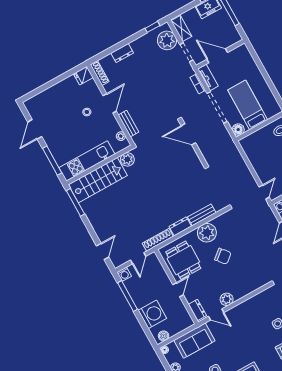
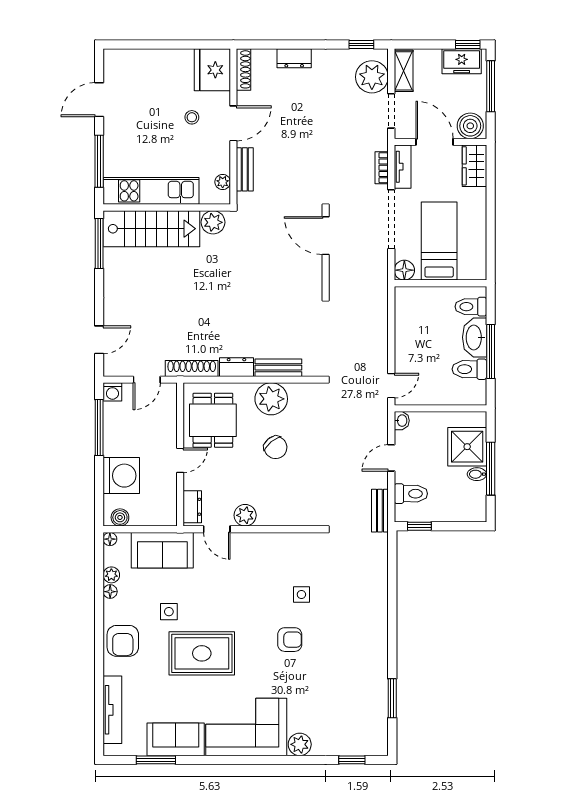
boiler: (231, 38) -> (470, 126), added
wardrobe: (244, 57) -> (474, 166), added
fridge: (83, 76) -> (212, 70), width x1.88, depth x1.34

